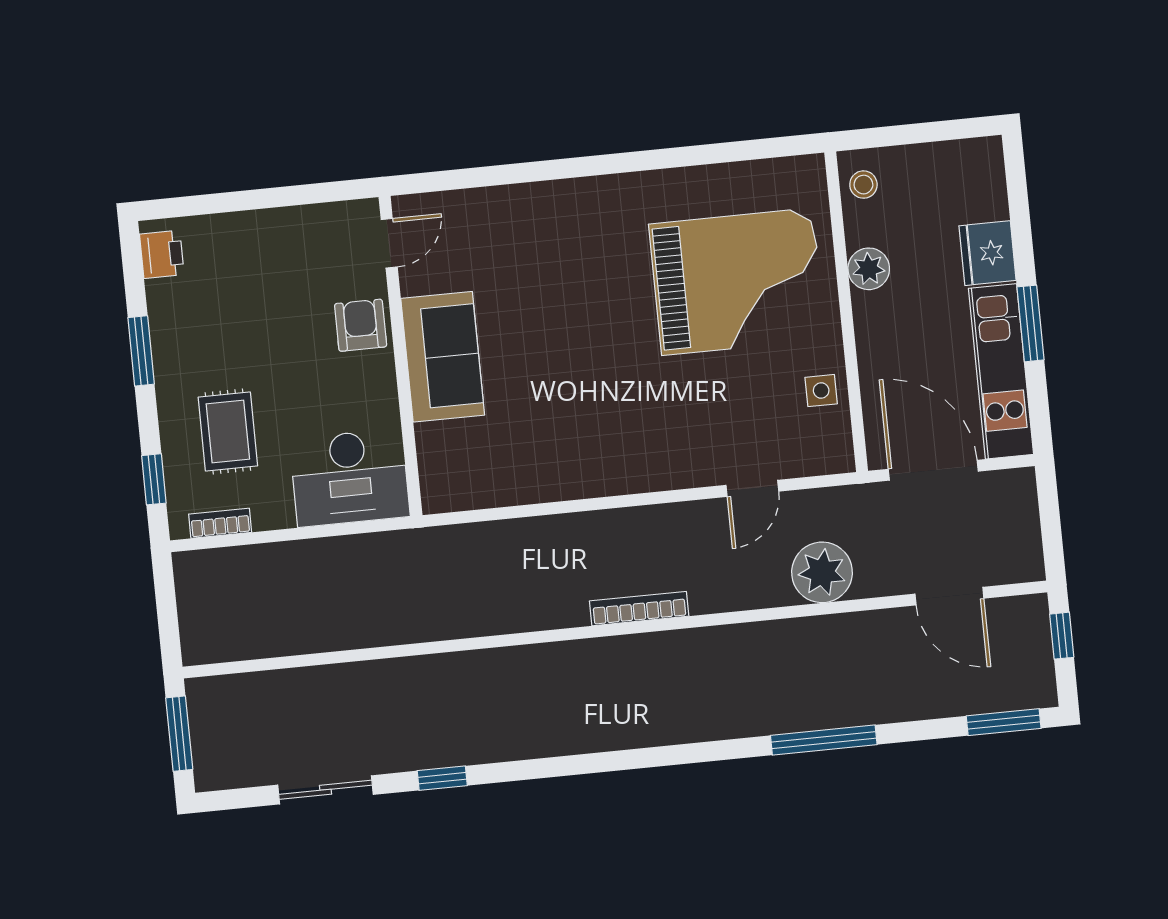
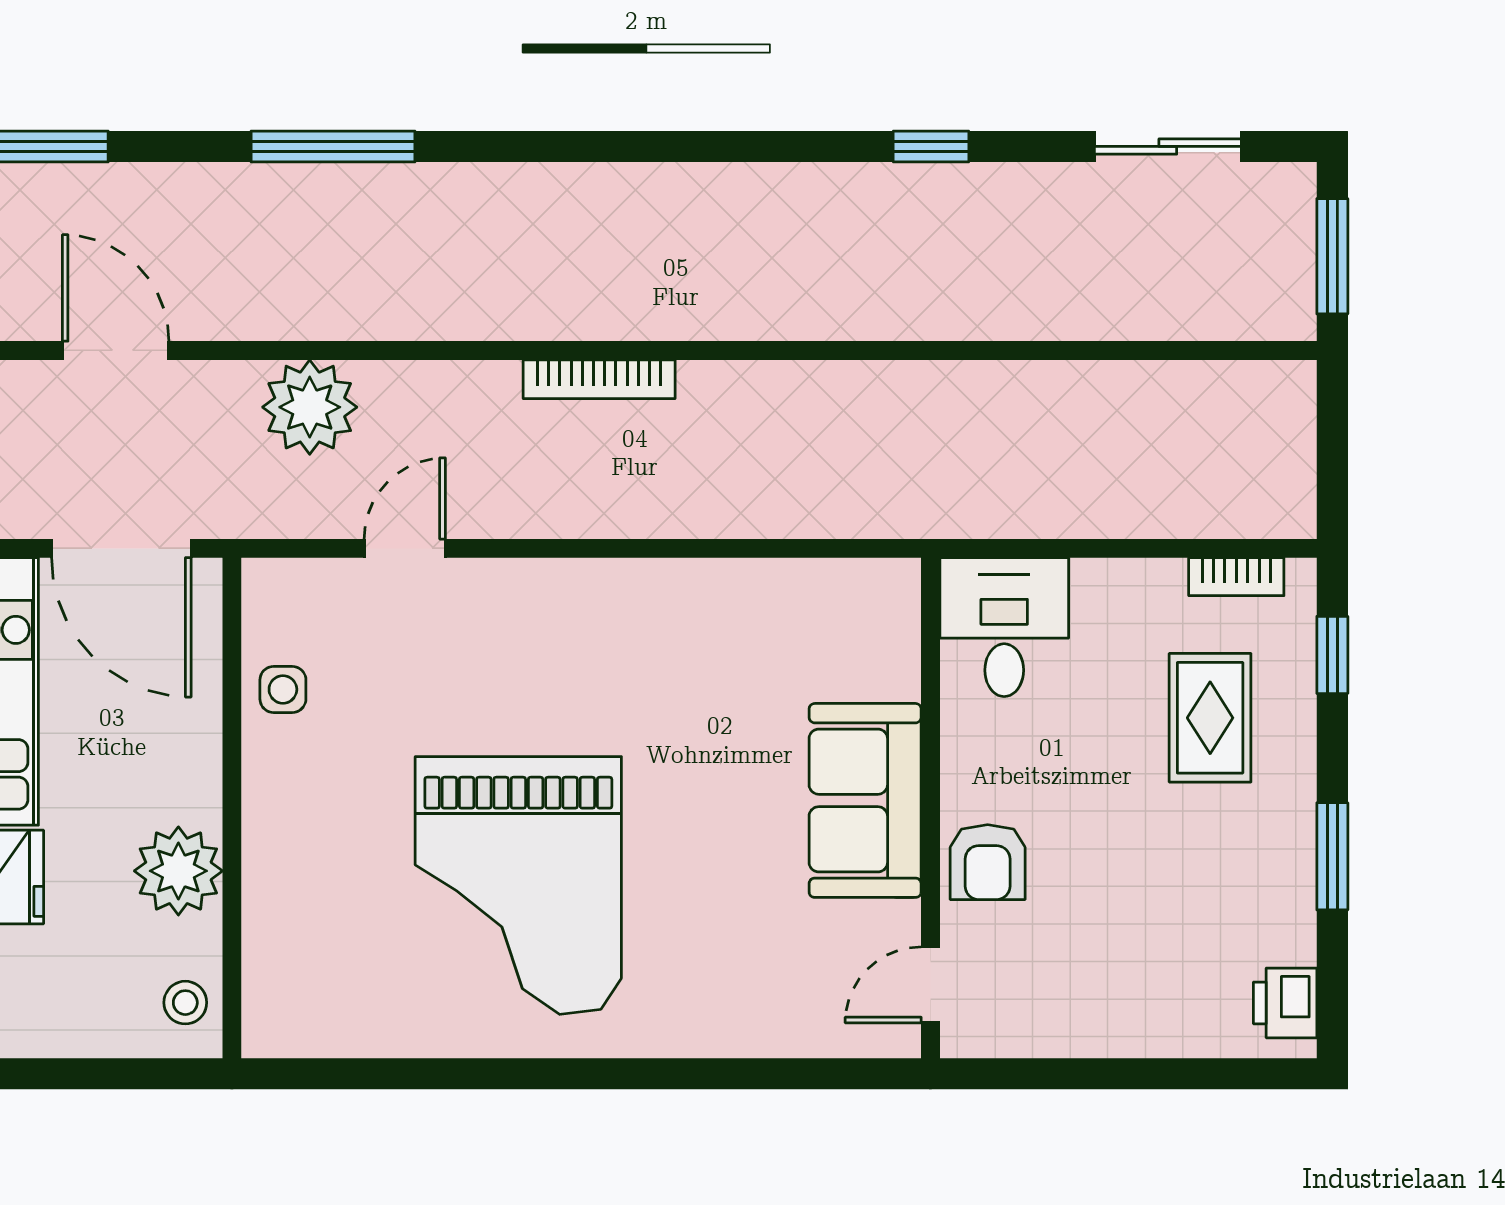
plant: (869, 269) -> (178, 871), width x1.36, depth x1.36
grand piano: (737, 282) -> (518, 886), moved, turned -90
desk: (350, 478) -> (1004, 627), width x0.73
sliding door: (326, 790) -> (1168, 146), moved

